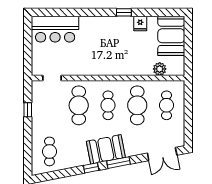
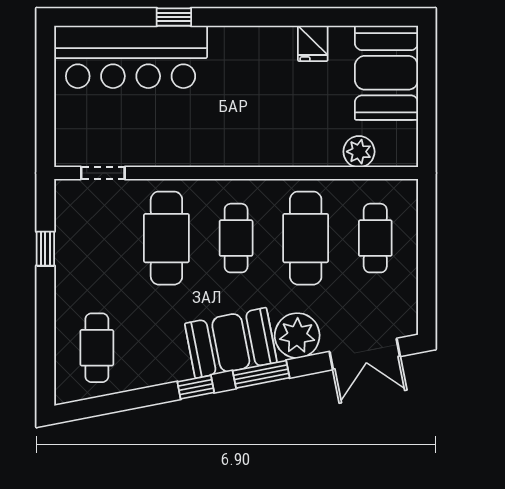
window: (124, 12) -> (174, 17), moved
bar counter: (55, 29) -> (131, 57), width x1.36
plant: (134, 146) -> (297, 336), added

